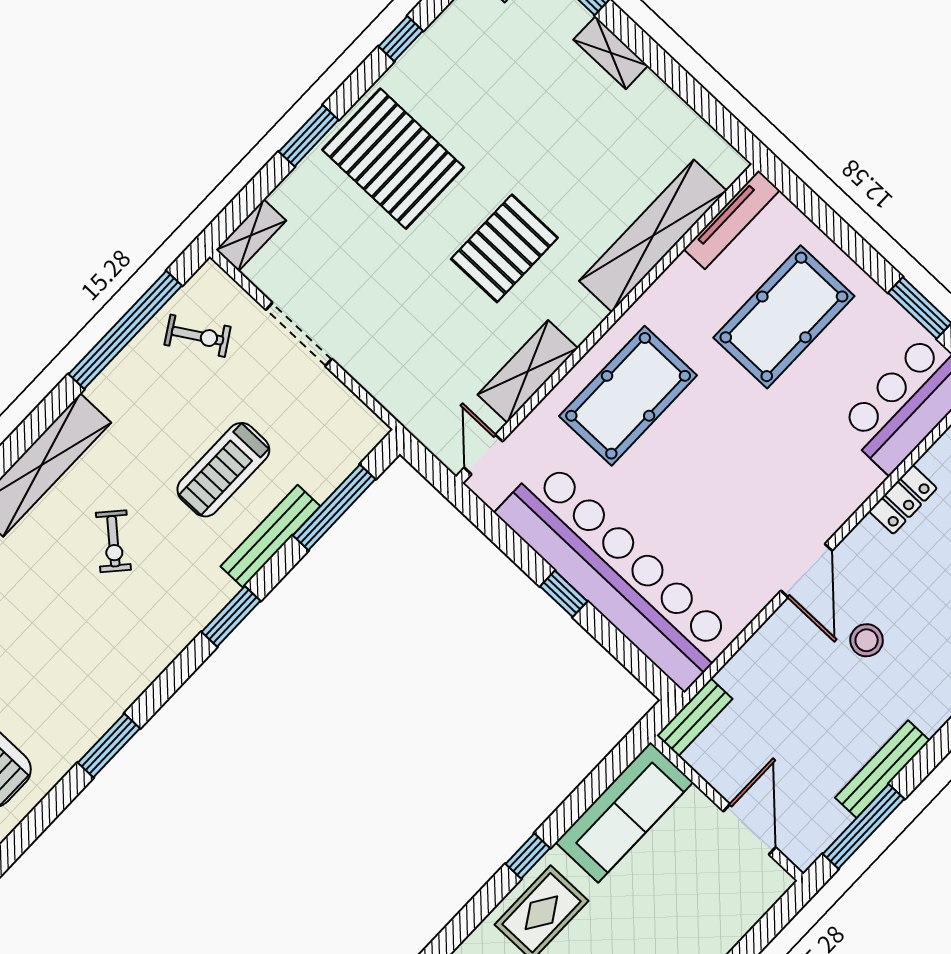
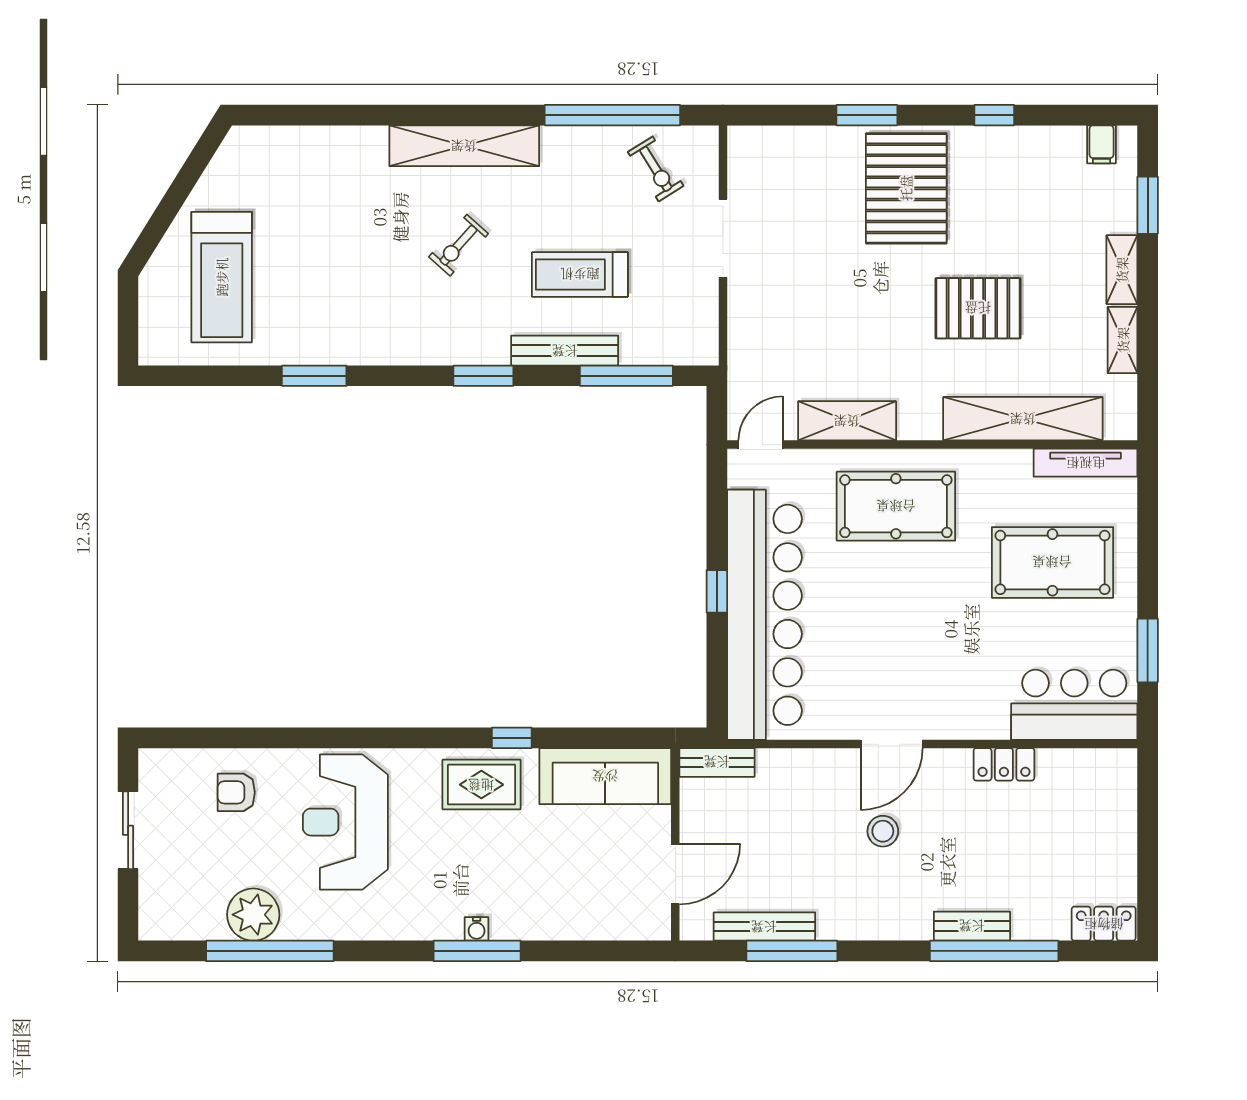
shelving: (251, 235) -> (1123, 340), moved, turned 90
pallet: (504, 248) -> (978, 308), moved
bench: (882, 769) -> (764, 927), moved
window: (864, 826) -> (792, 951), moved

